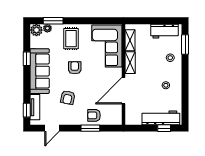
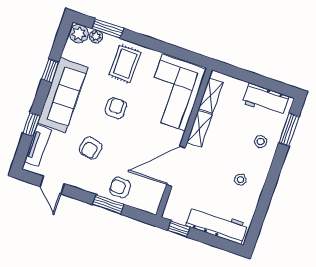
window: (27, 110) -> (32, 124), moved
door: (52, 128) -> (52, 185), hinge flipped
window: (164, 128) -> (179, 229), moved

